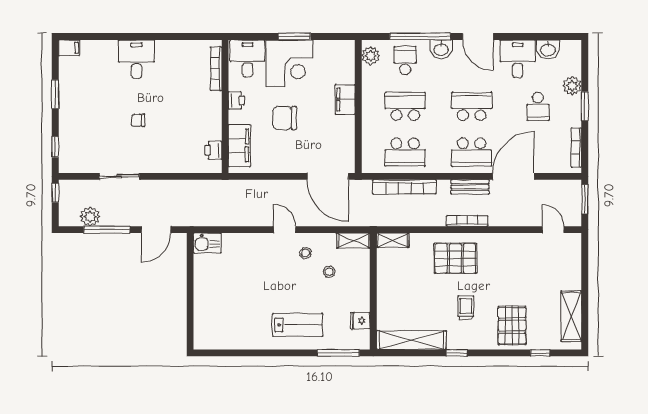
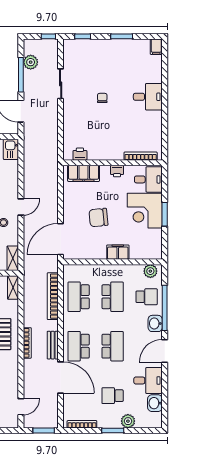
chair: (285, 118) -> (98, 218), moved, turned -96

